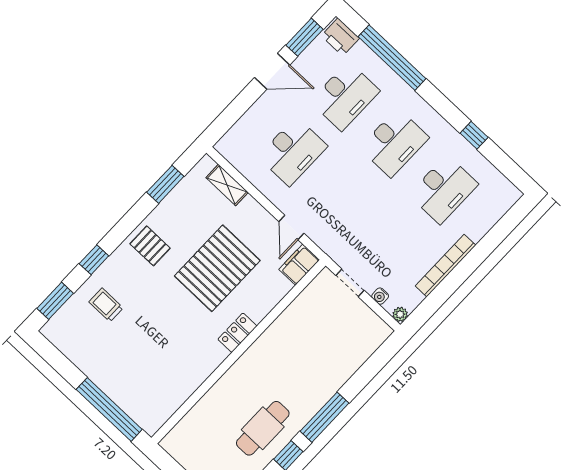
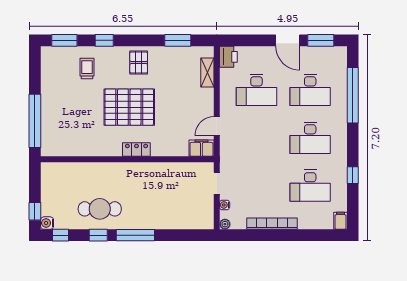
printer: (340, 37) -> (228, 57), moved, turned 180
filing cabinet: (509, 192) -> (341, 221), added
pallet: (217, 268) -> (129, 107), moved

